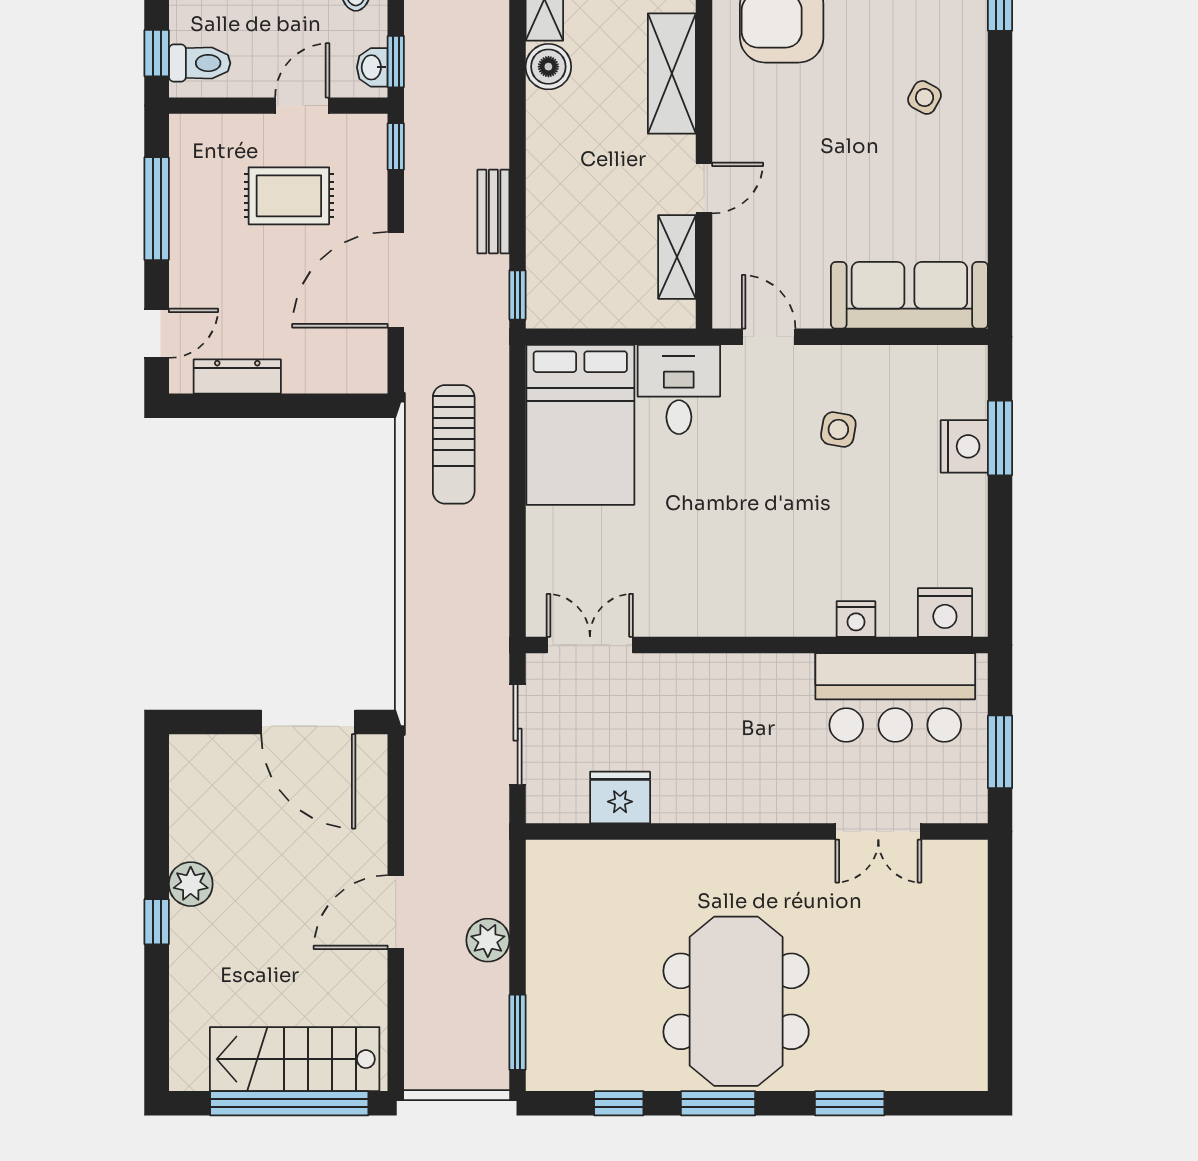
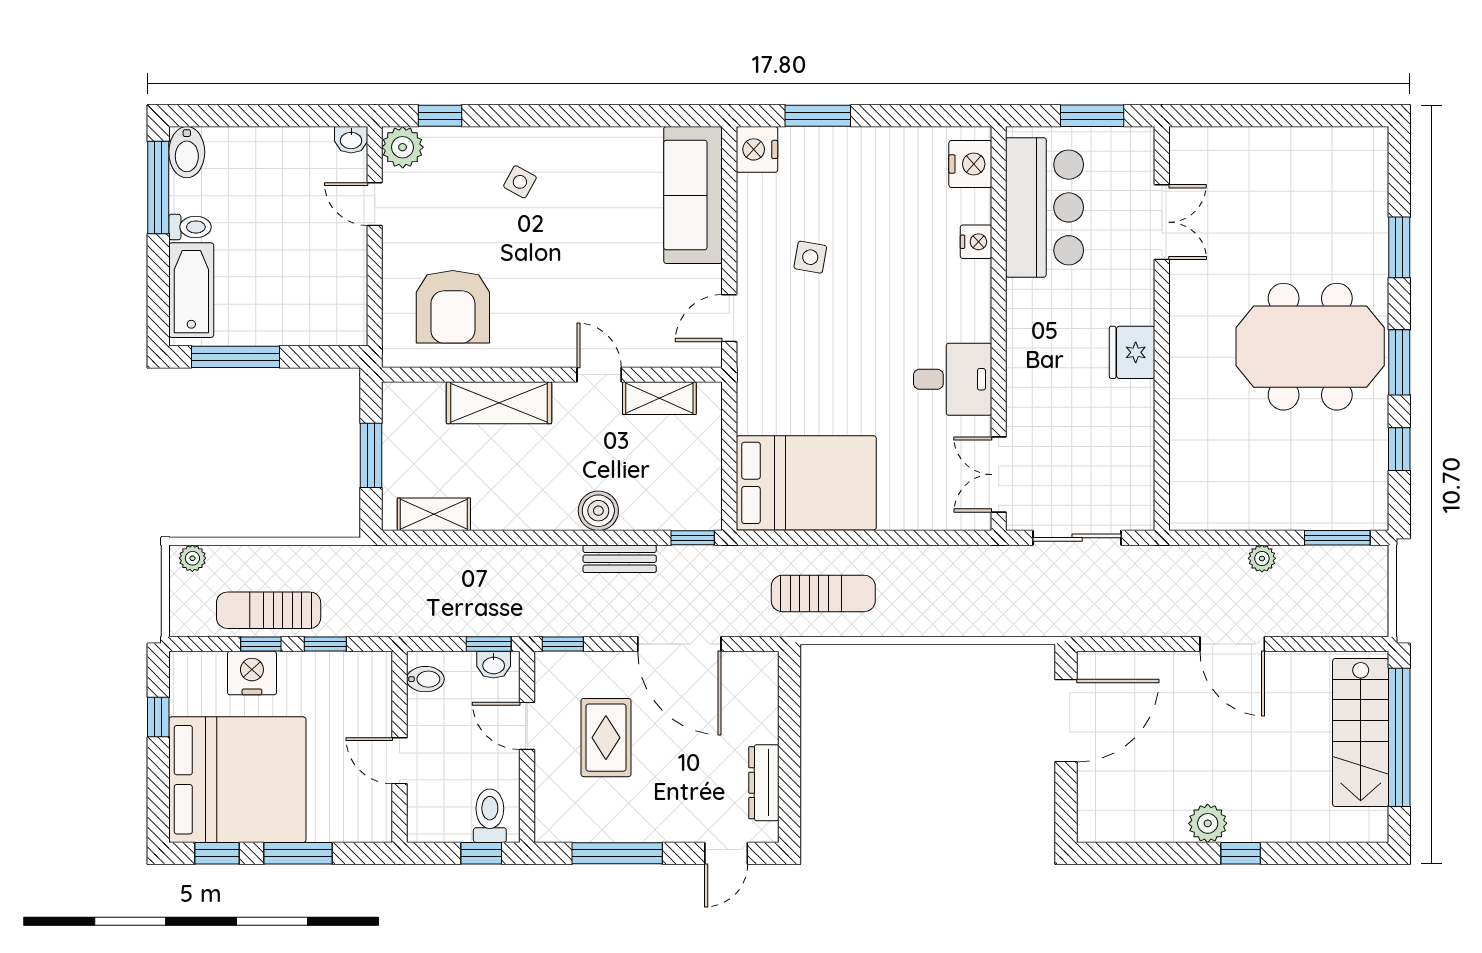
boiler: (548, 67) -> (598, 511), moved
door: (157, 333) -> (726, 853), swing flipped
desk: (679, 389) -> (953, 379), moved, turned 180
nightstand: (964, 446) -> (757, 149), moved, turned -90
fridge: (620, 798) -> (1132, 352), moved
plant: (488, 940) -> (1262, 558), width x0.73, depth x0.73

